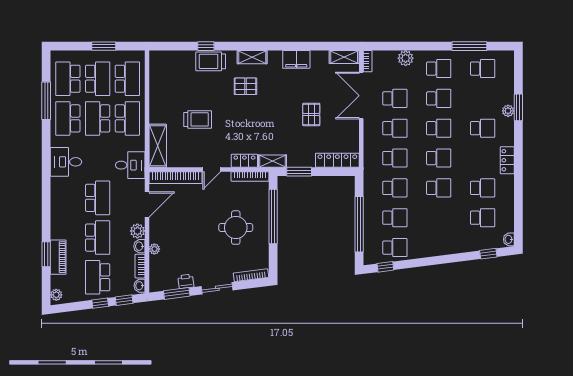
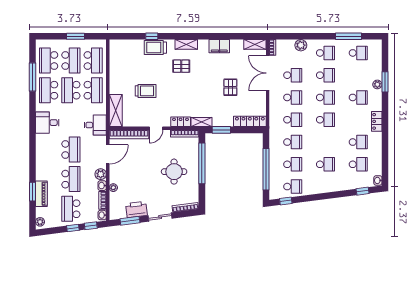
school desk: (439, 188) -> (326, 164), moved
printer: (186, 281) -> (136, 209), width x1.87, depth x1.48

